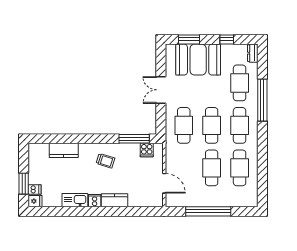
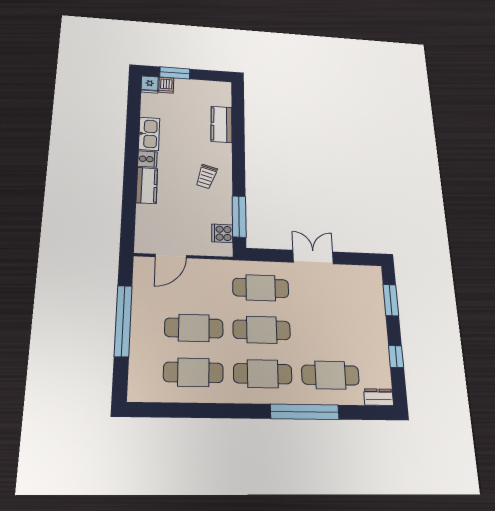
booth: (198, 60) -> (362, 312), removed

